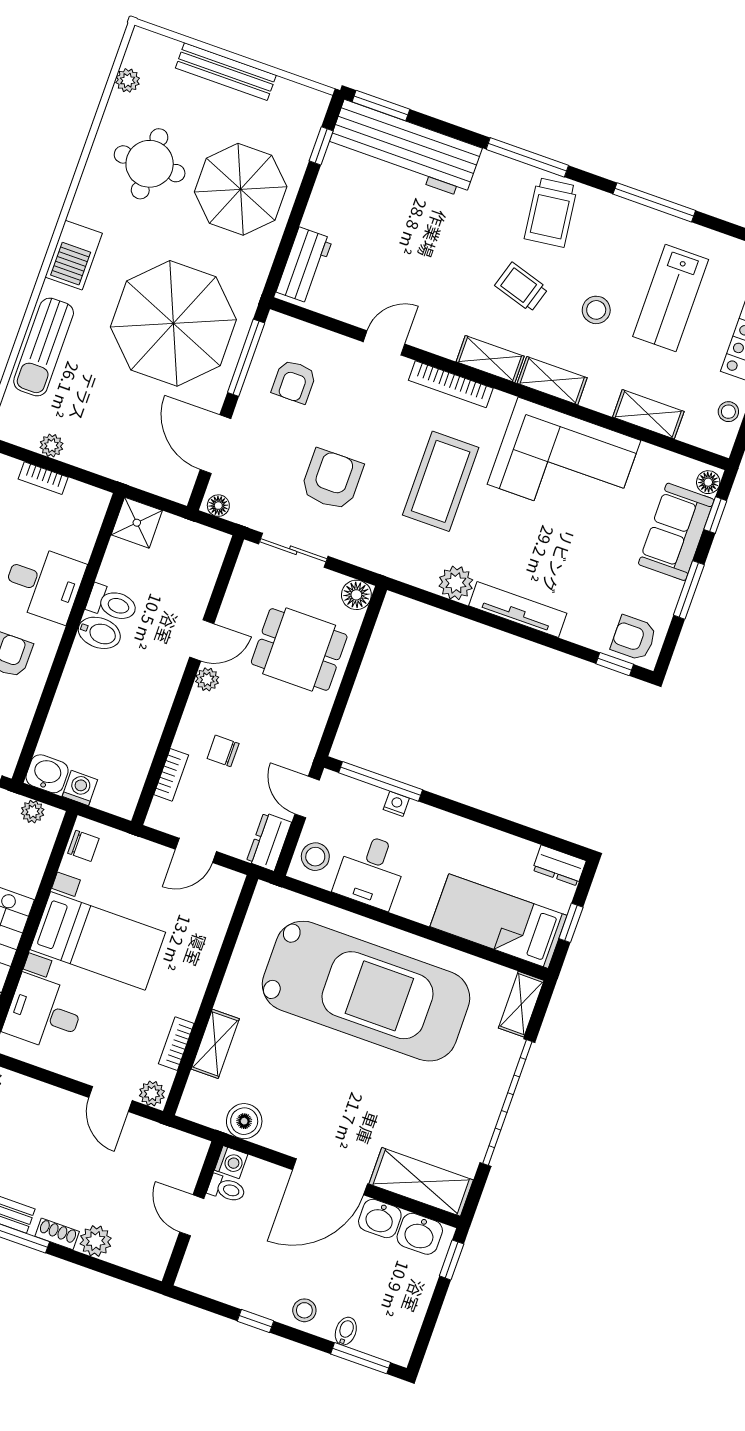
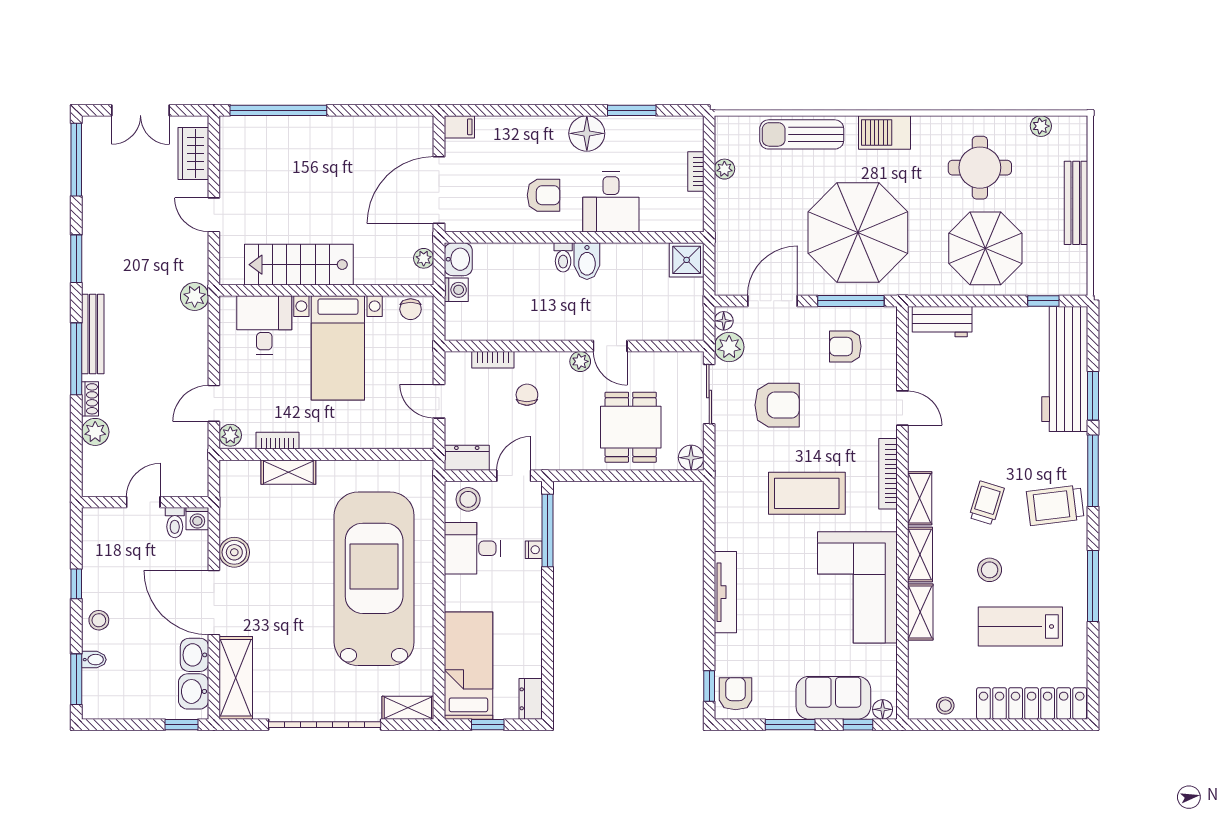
window: (381, 105) -> (1093, 396), moved
shelving: (648, 414) -> (920, 612), moved
plant: (456, 583) -> (729, 347), moved
toilet: (112, 604) -> (563, 257), moved, width x0.73, depth x0.72
car: (366, 991) -> (374, 579), turned 180
boiler: (244, 1121) -> (234, 552), moved

